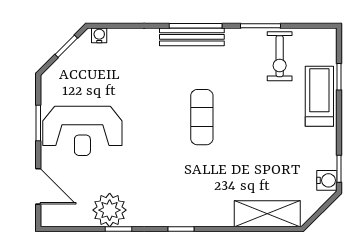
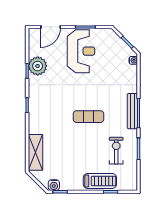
exercise bike: (280, 56) -> (116, 151), moved, turned 90
reception desk: (82, 131) -> (81, 51), turned 180

